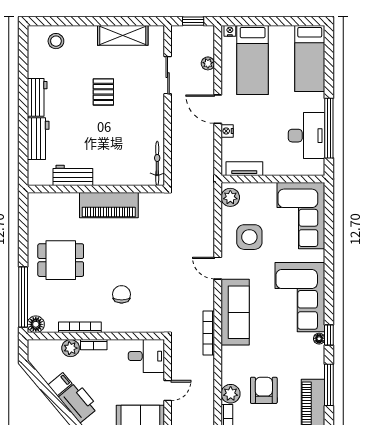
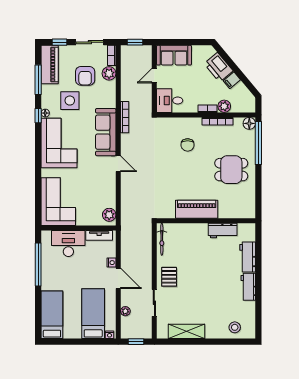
pallet: (103, 92) -> (169, 277), moved
desk: (307, 136) -> (68, 243), moved, turned 90
side table: (249, 237) -> (70, 101), moved

